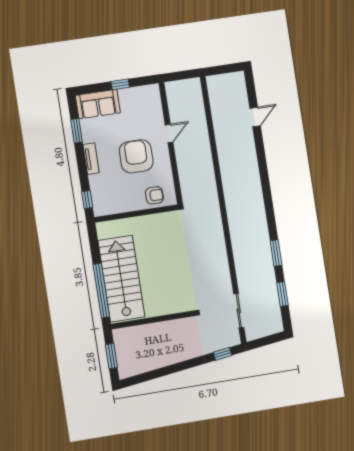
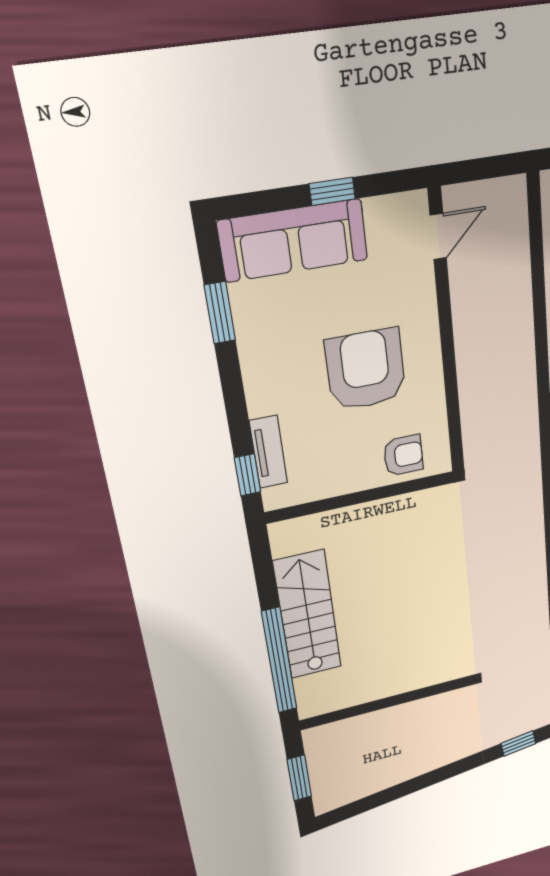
sofa: (98, 104) -> (294, 240), width x1.36
door: (169, 133) -> (438, 236), moved
tv unit: (91, 159) -> (268, 452), moved
stairs: (121, 279) -> (308, 615), width x0.73, depth x0.66

